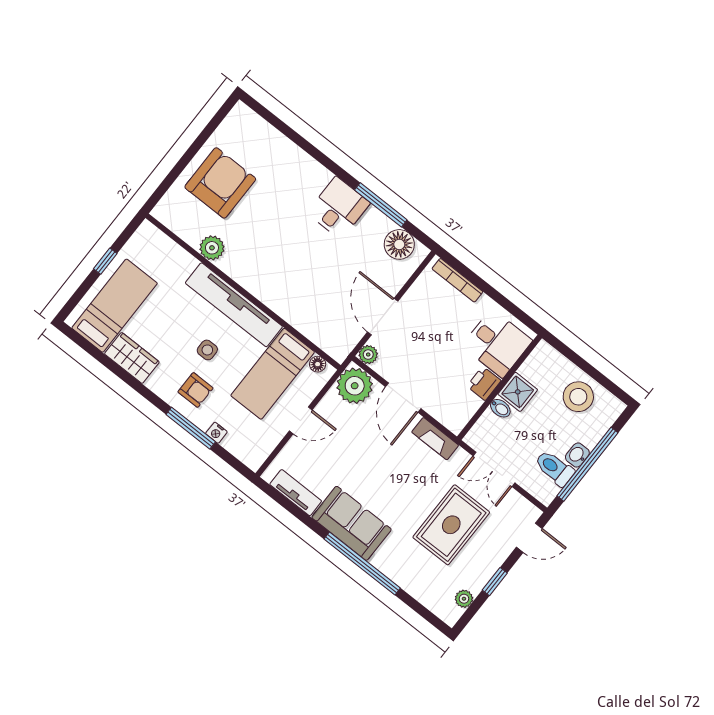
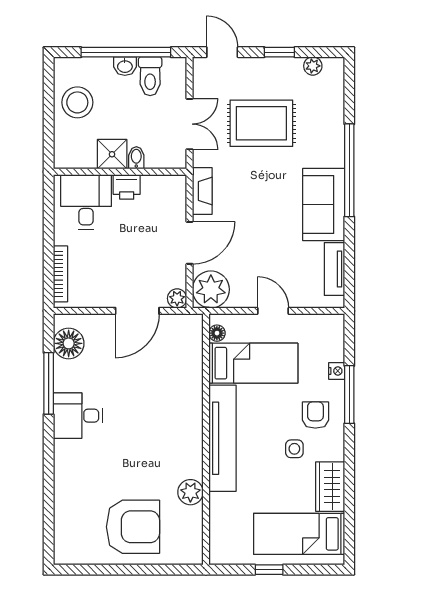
armchair: (220, 183) -> (133, 527), turned 180
side table: (207, 350) -> (294, 449), moved

